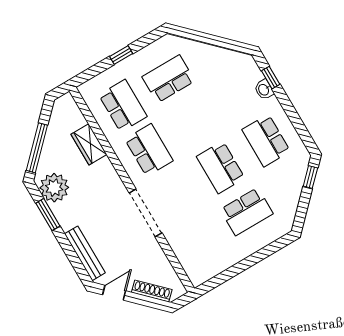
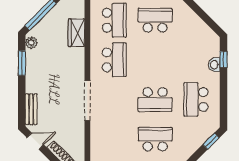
school desk: (221, 167) -> (155, 99), turned -90
plant: (54, 188) -> (31, 43), width x0.53, depth x0.53
school desk: (247, 212) -> (155, 139), turned 180
bench: (85, 253) -> (31, 109), width x0.73

